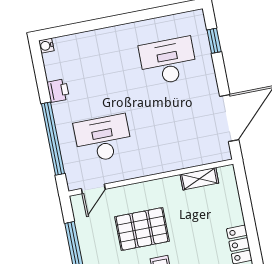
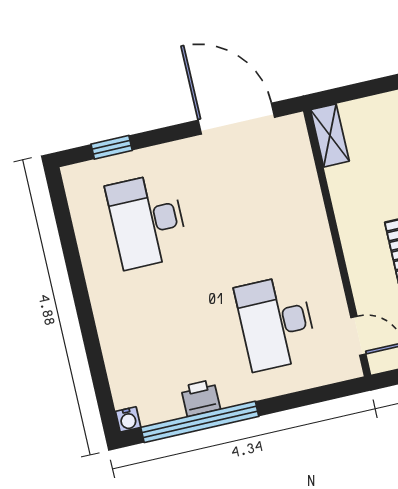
window: (53, 139) -> (200, 422), moved
shelving: (199, 179) -> (330, 135), moved

